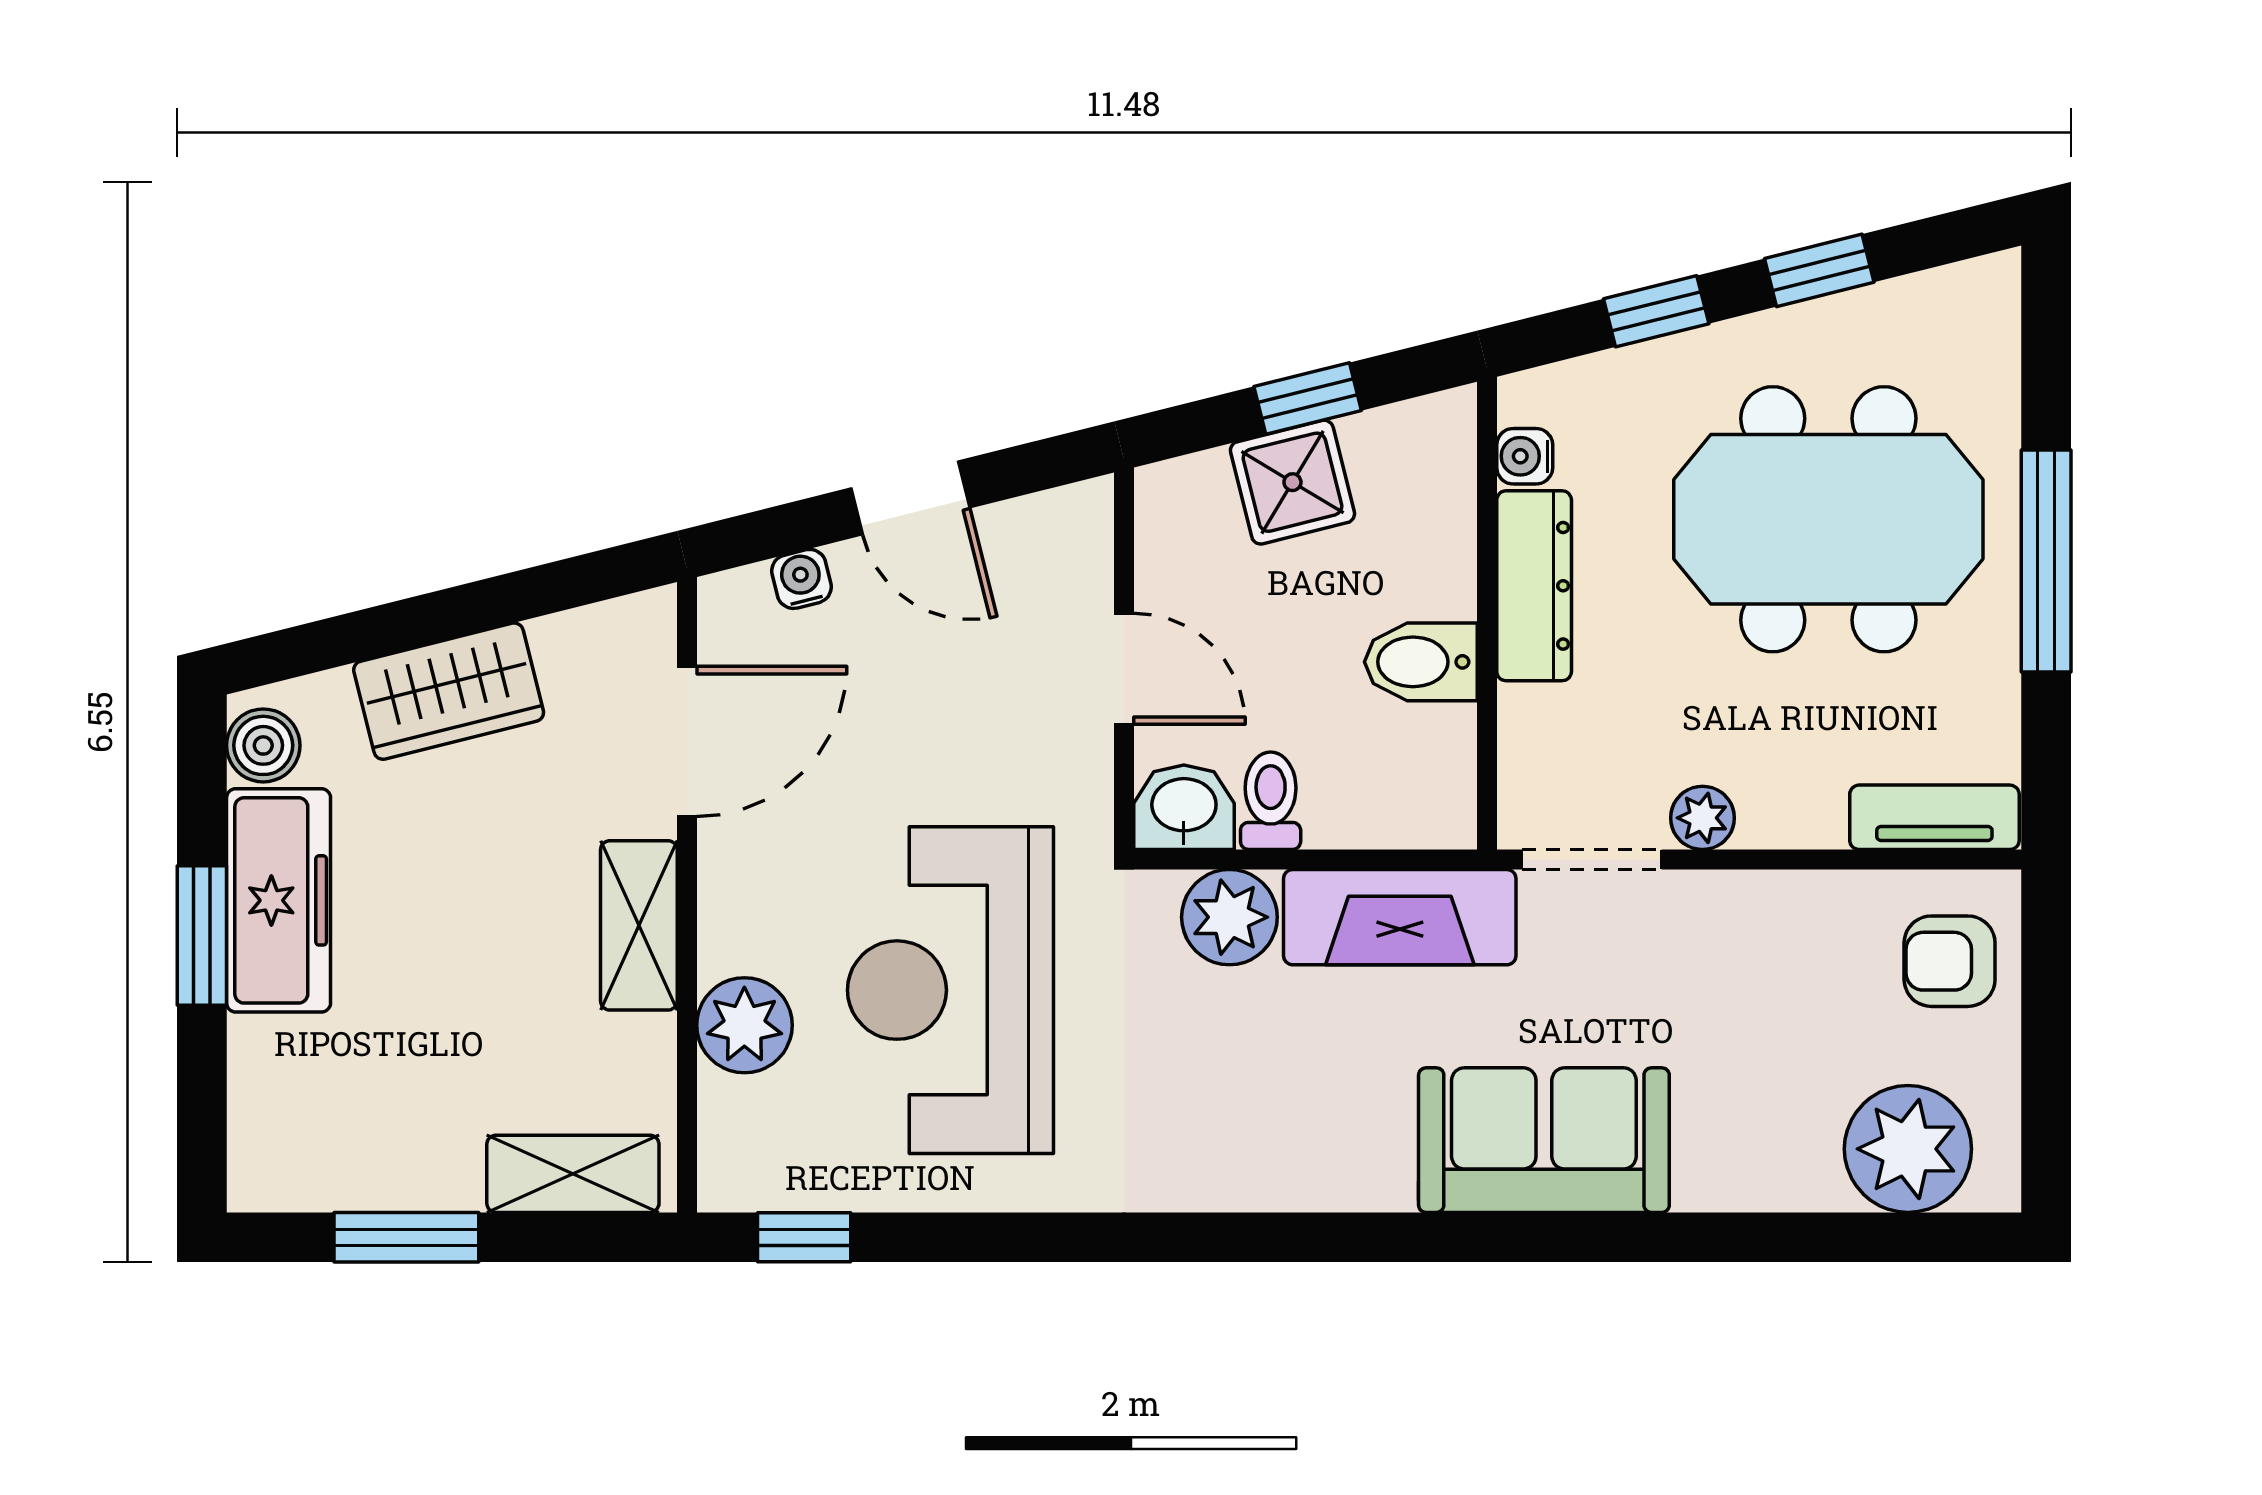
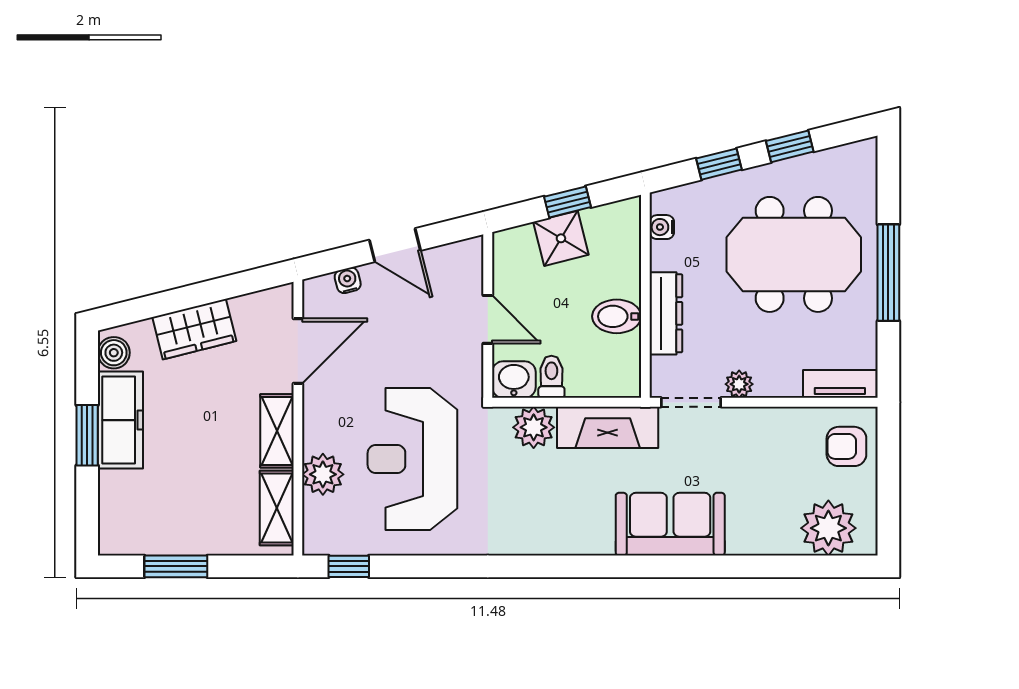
dresser: (1534, 586) -> (666, 313), moved
shelving: (573, 1174) -> (277, 508), moved, turned 90

